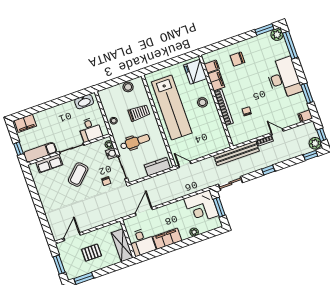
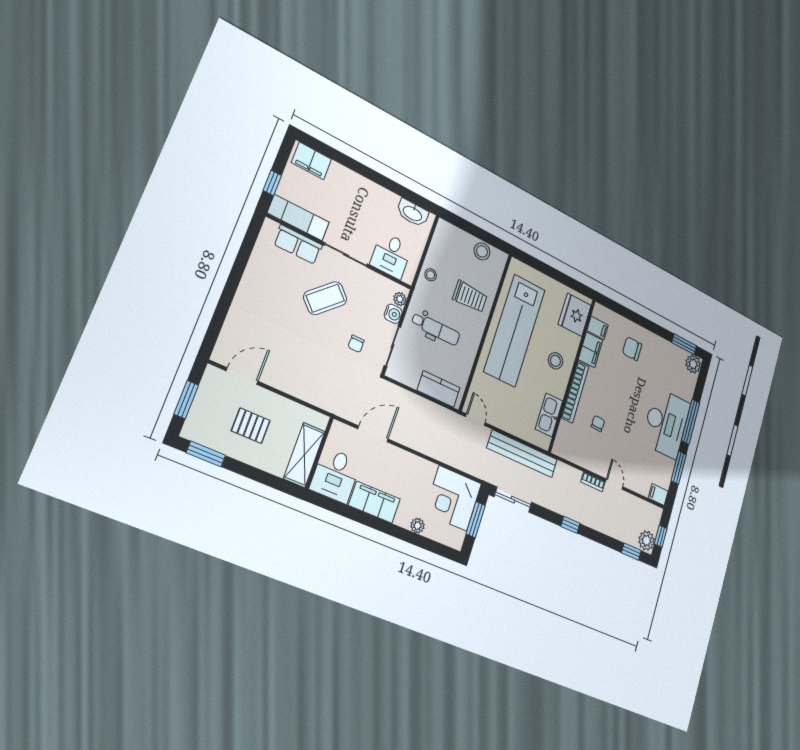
window: (290, 45) -> (691, 422), moved
kitchen sink: (219, 130) -> (549, 415), added
bench: (236, 153) -> (522, 454), moved

